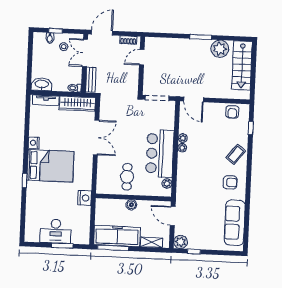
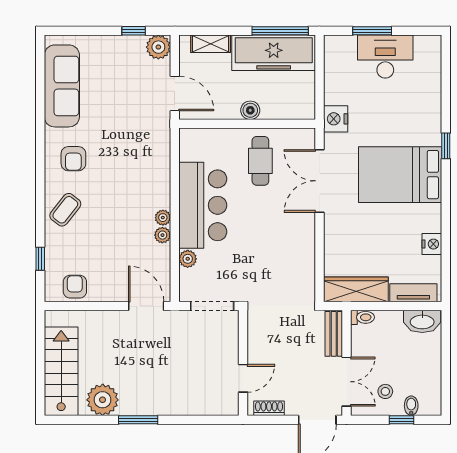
double door: (96, 138) -> (320, 181), moved
nightstand: (34, 143) -> (432, 244), moved
armchair: (230, 182) -> (73, 159), turned -90
plant: (167, 183) -> (188, 259), moved

